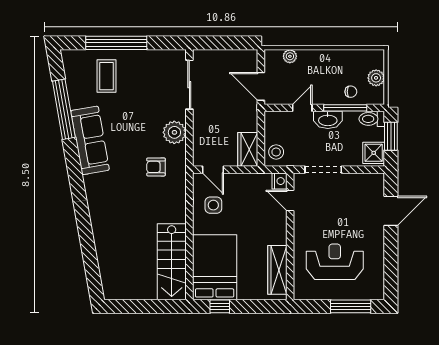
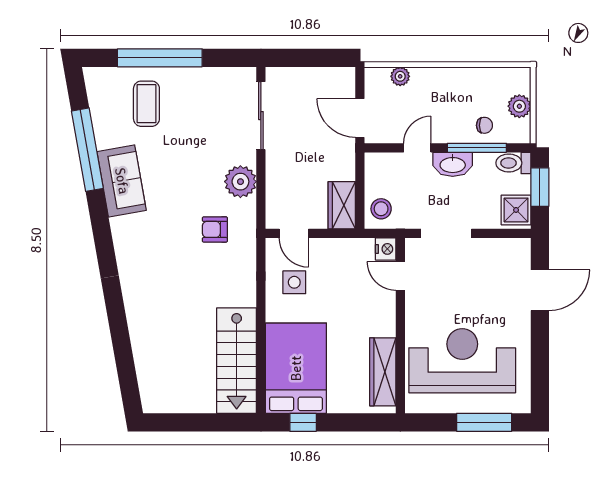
sofa: (90, 140) -> (122, 181), width x0.73
reception desk: (335, 262) -> (462, 361), width x1.36, depth x1.30

